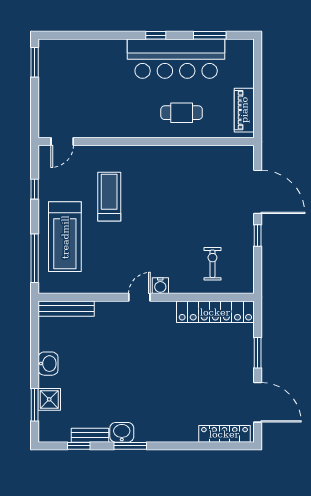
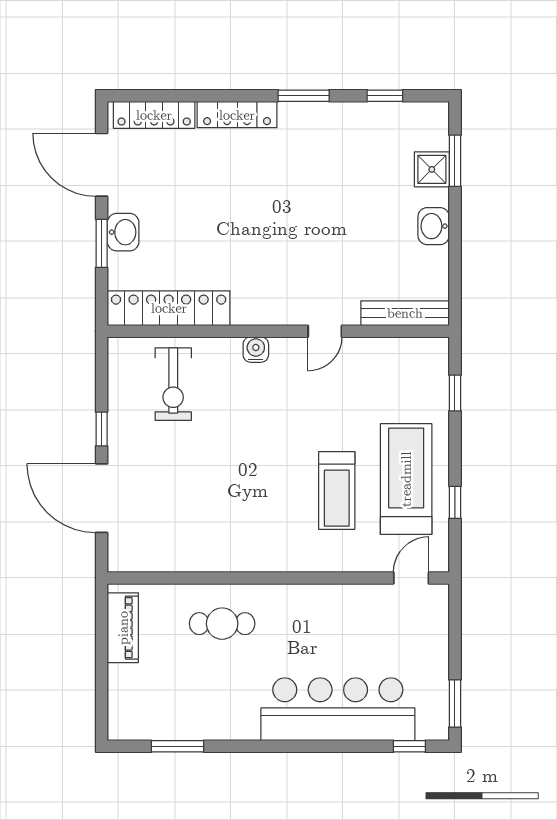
window: (156, 35) -> (409, 746), moved
bar counter: (176, 59) -> (338, 709), moved
treadmill: (65, 237) -> (406, 479), moved
window: (35, 258) -> (455, 393), width x0.46
exercise bike: (212, 264) -> (173, 384), width x1.38, depth x1.39
door: (139, 297) -> (325, 331), moved
washbasin: (122, 432) -> (123, 232), moved, turned -90
locker: (172, 434) -> (237, 115), added
bench: (90, 435) -> (367, 112), removed

